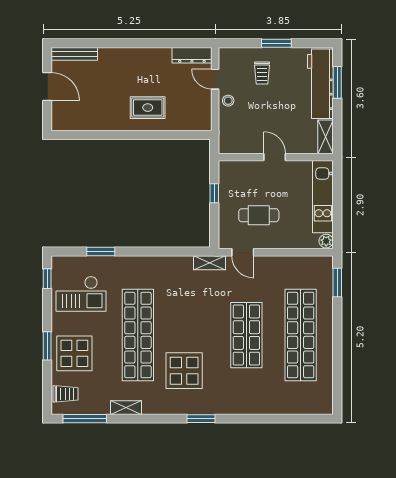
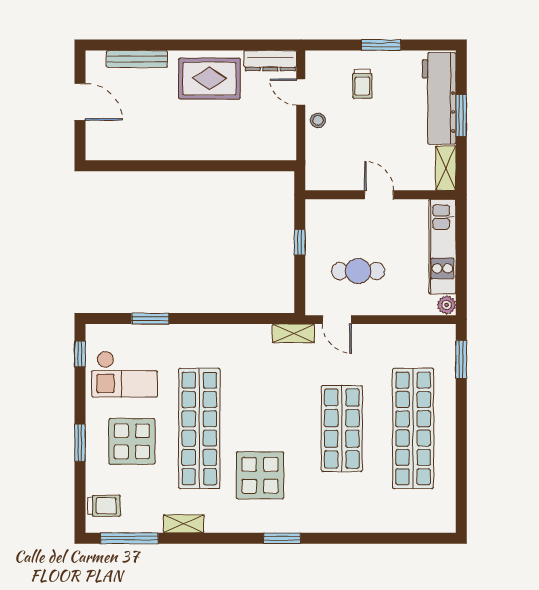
bench: (74, 54) -> (137, 59), moved
window: (337, 82) -> (461, 115), moved
rug: (148, 108) -> (209, 79), moved, width x1.36, depth x1.43
display table: (74, 353) -> (132, 441), moved

